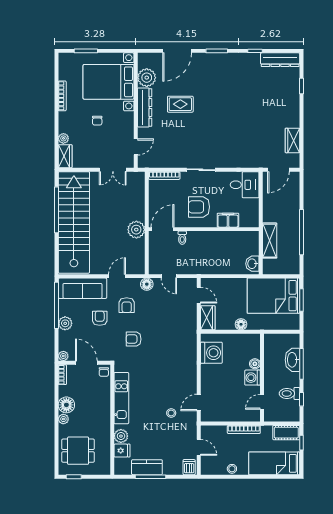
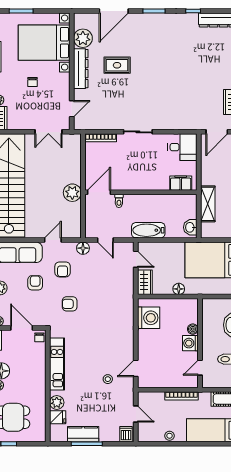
armchair: (199, 207) -> (136, 170), removed
filing cabinet: (228, 220) -> (181, 183), moved
bathtub: (211, 267) -> (148, 230), added

